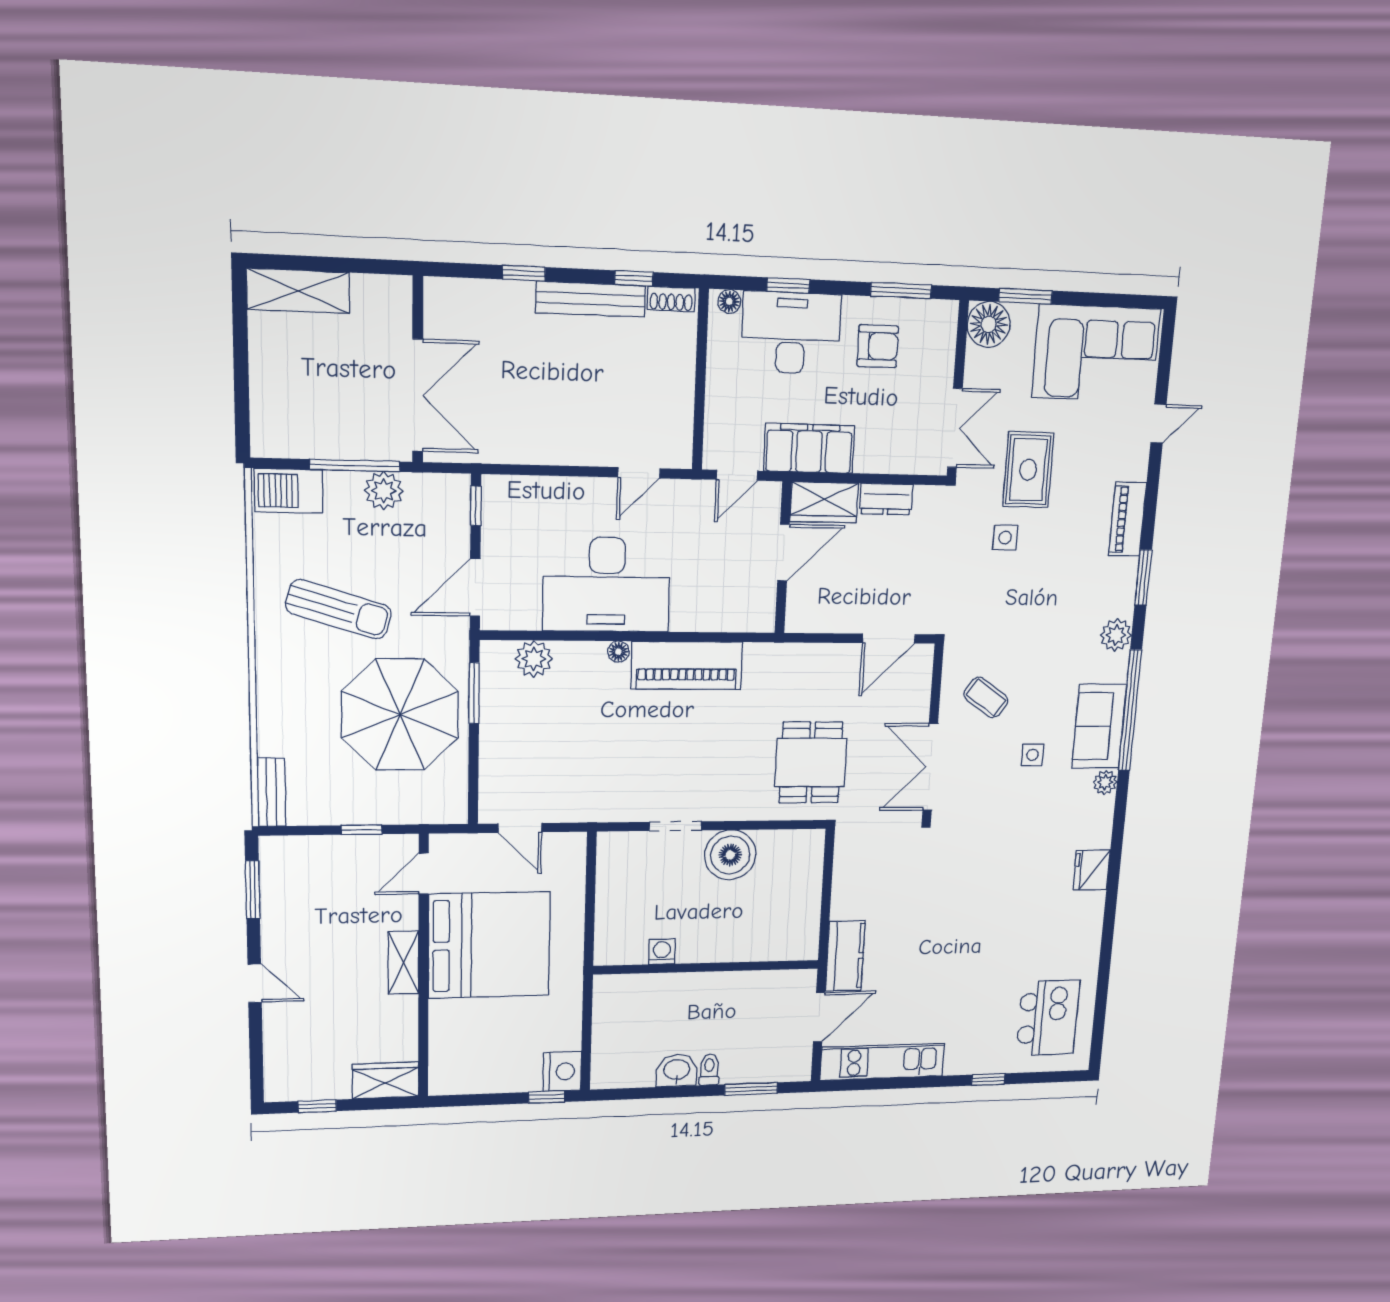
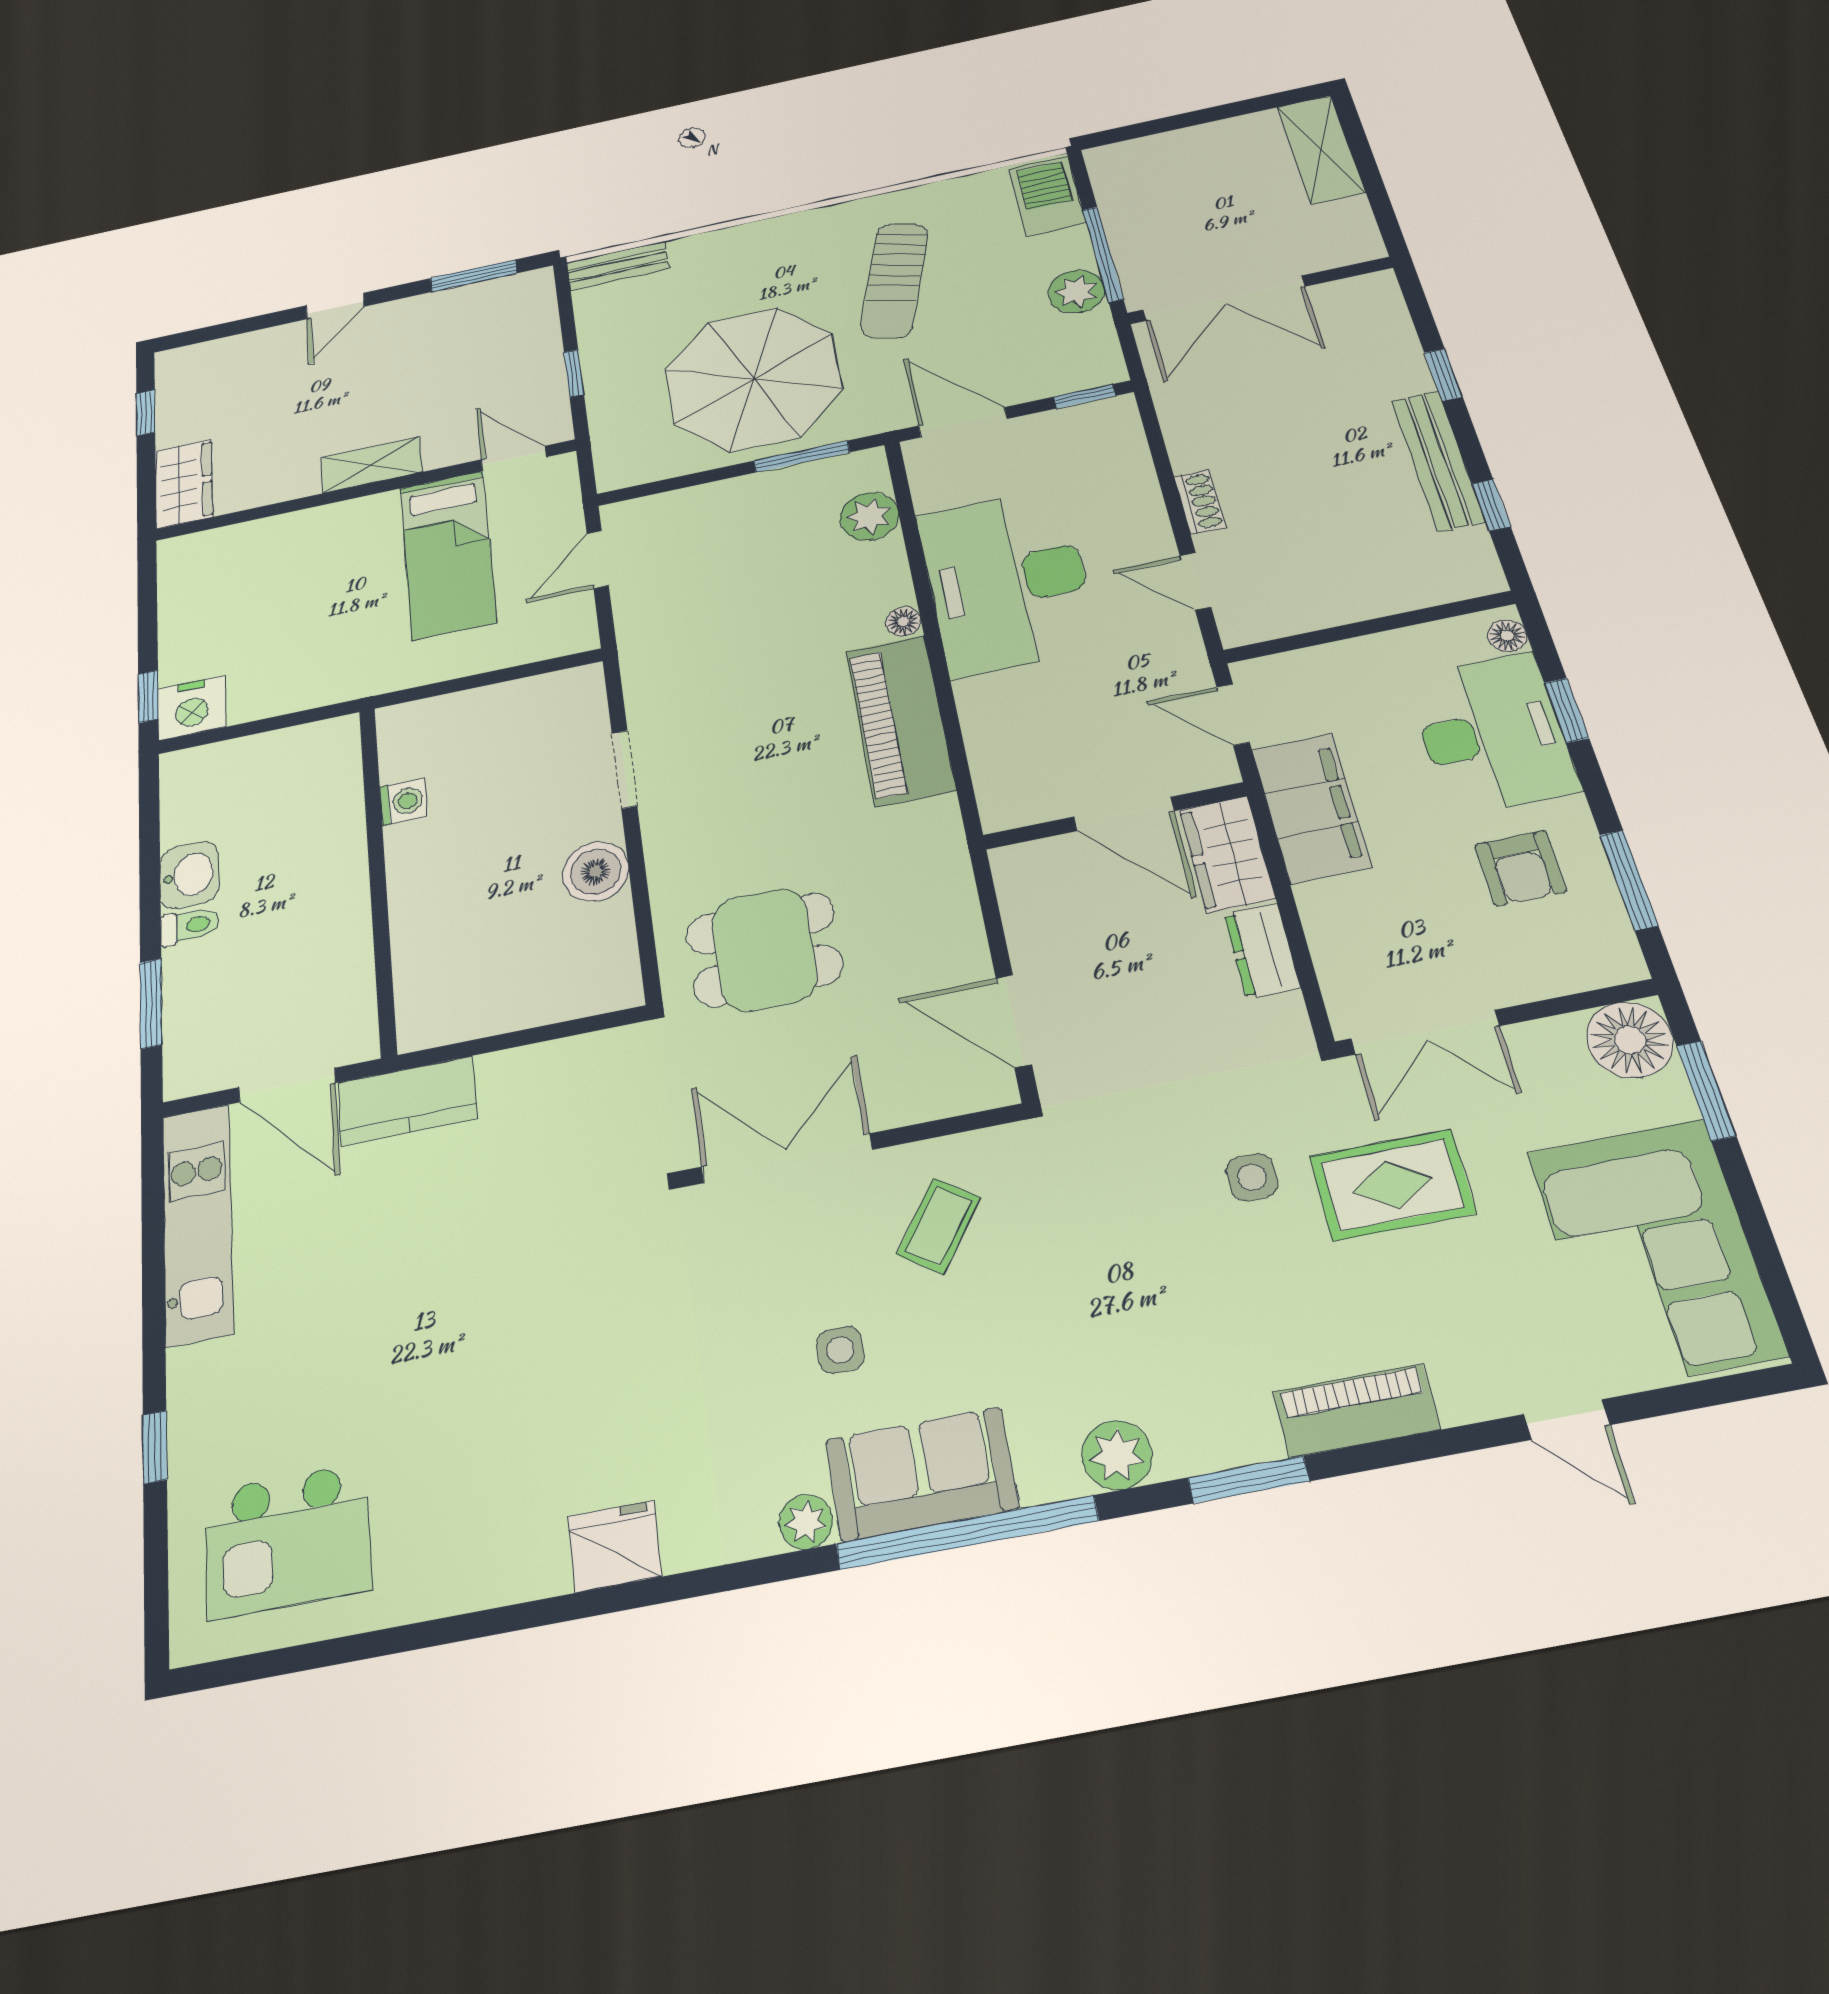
shoe rack: (671, 299) -> (1200, 502), moved, turned 180
boiler: (730, 855) -> (596, 872), width x0.73, depth x0.73
bed: (489, 945) -> (448, 554), width x0.49

